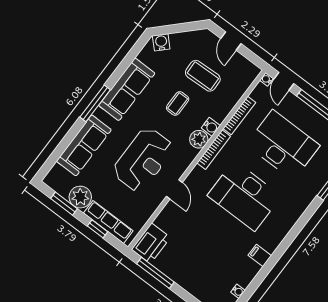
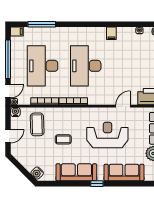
coffee table: (203, 76) -> (37, 124), moved
window: (95, 103) -> (97, 184), width x0.46
water cooler: (211, 127) -> (15, 112), moved
plant: (199, 139) -> (74, 113), removed
door: (174, 189) -> (123, 106), moved
desk: (244, 196) -> (86, 66), turned 180

